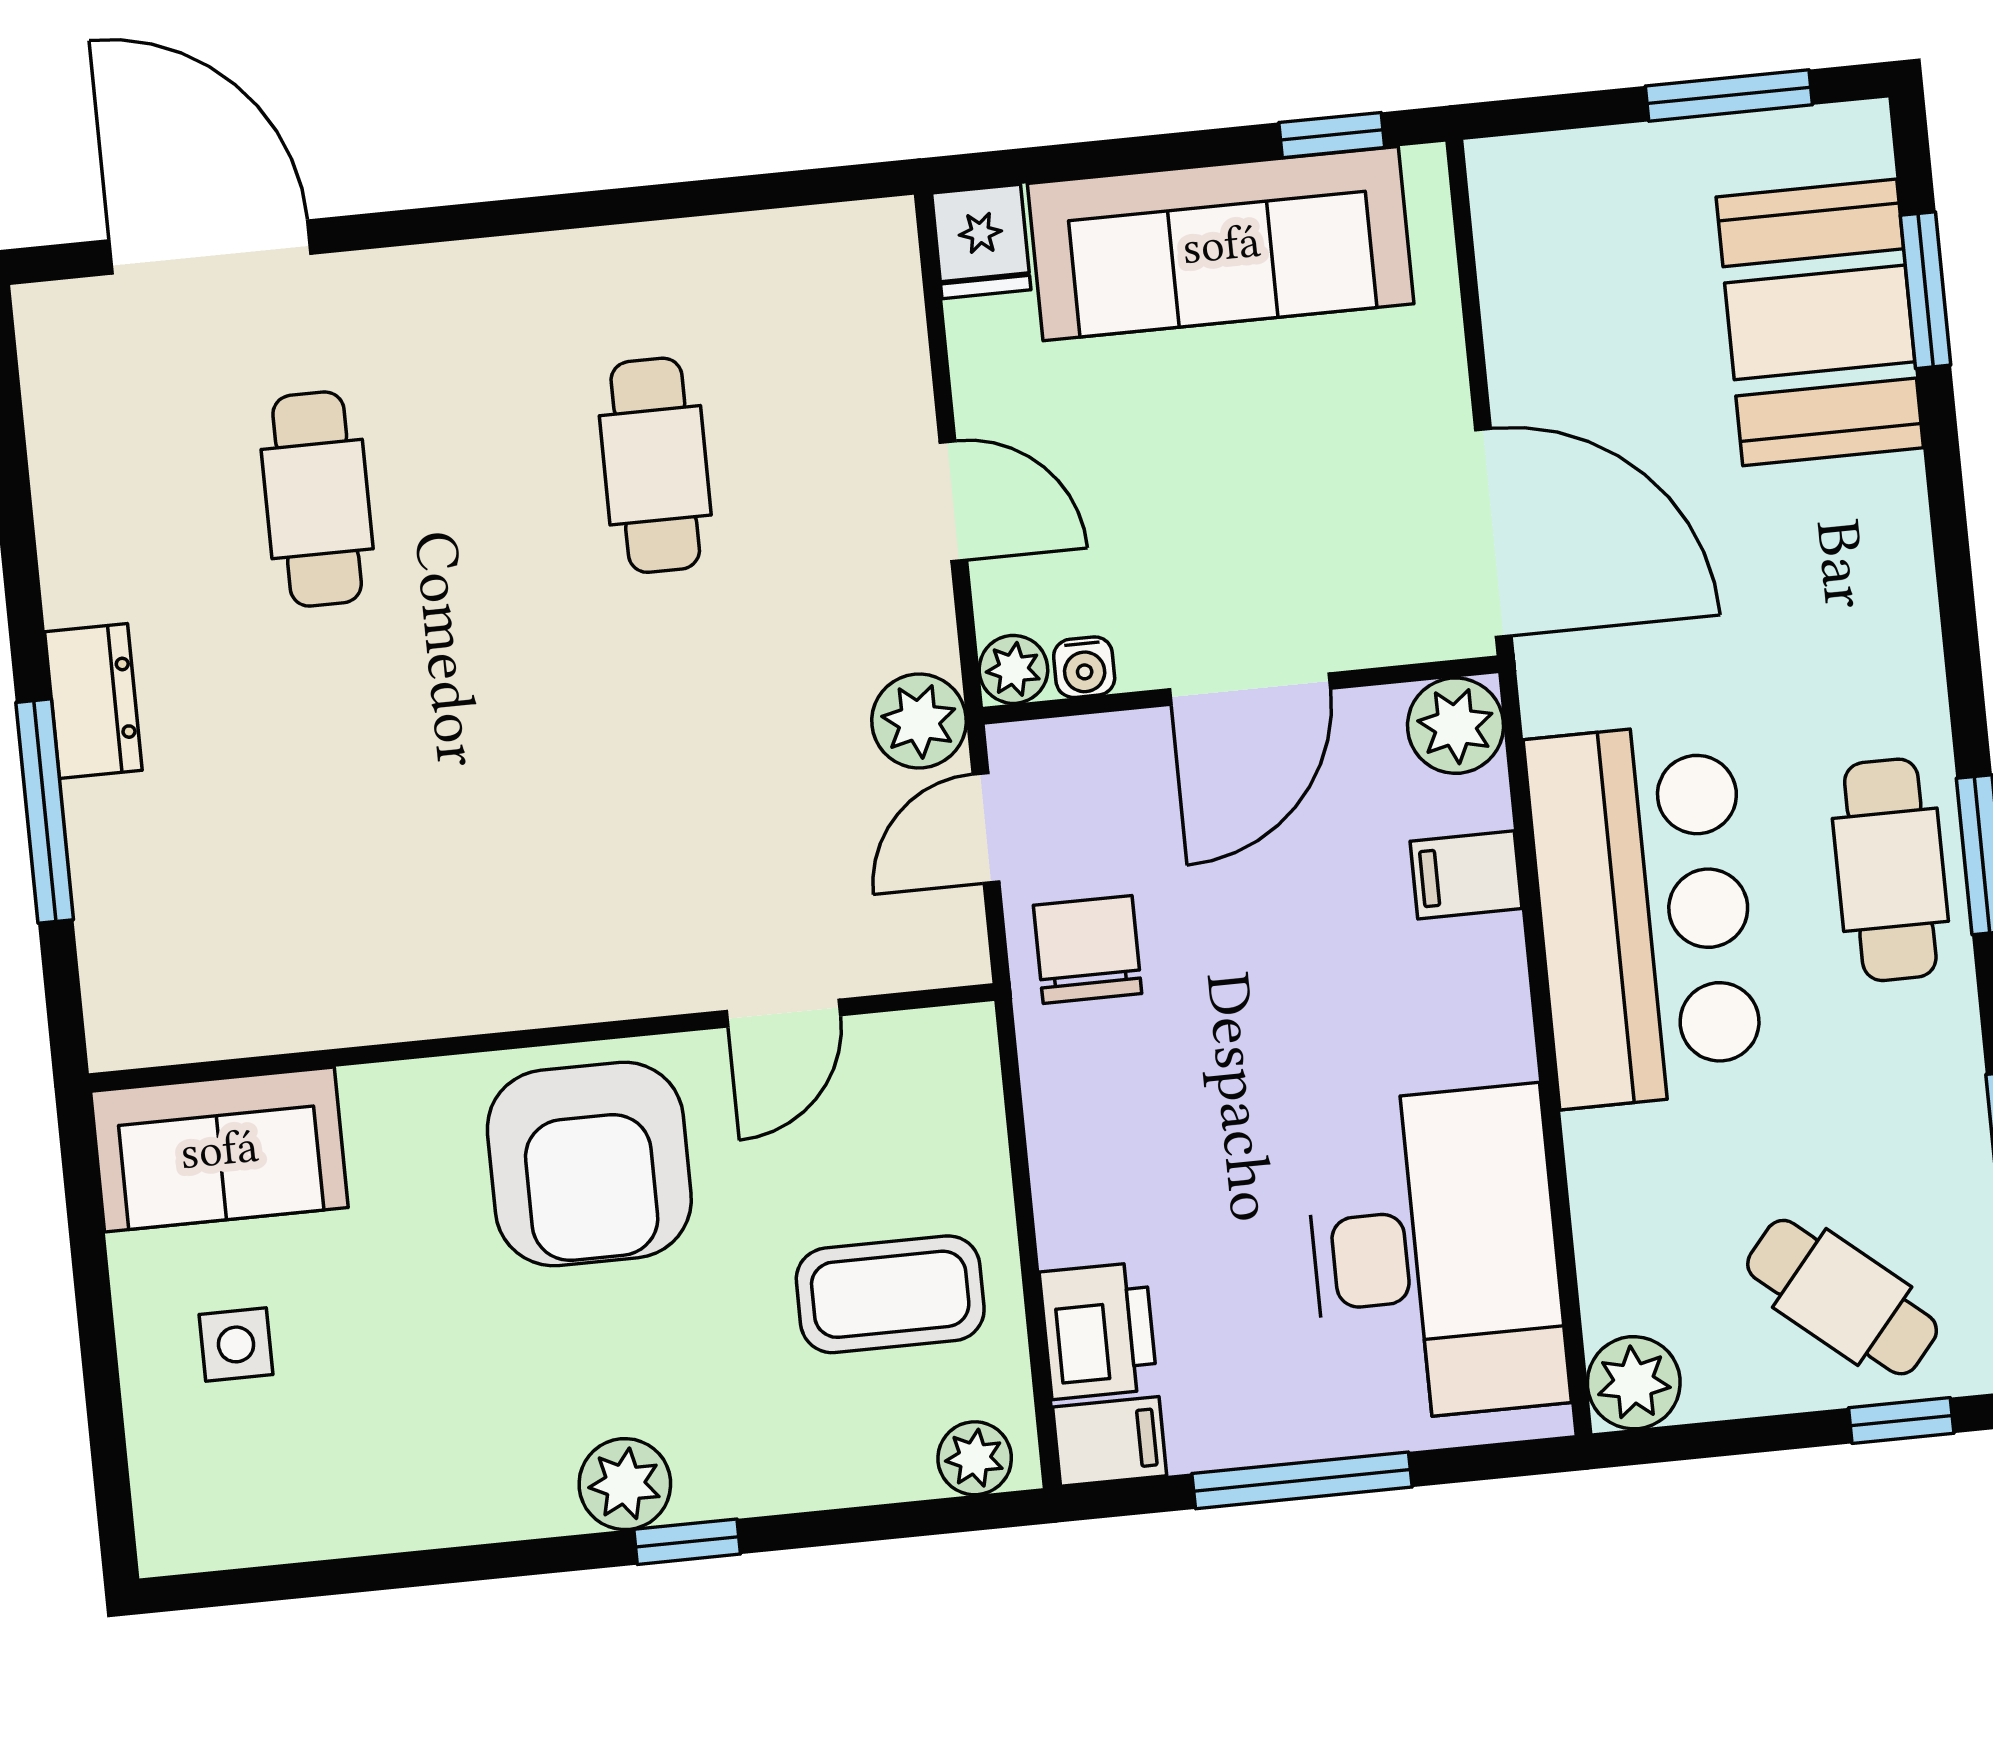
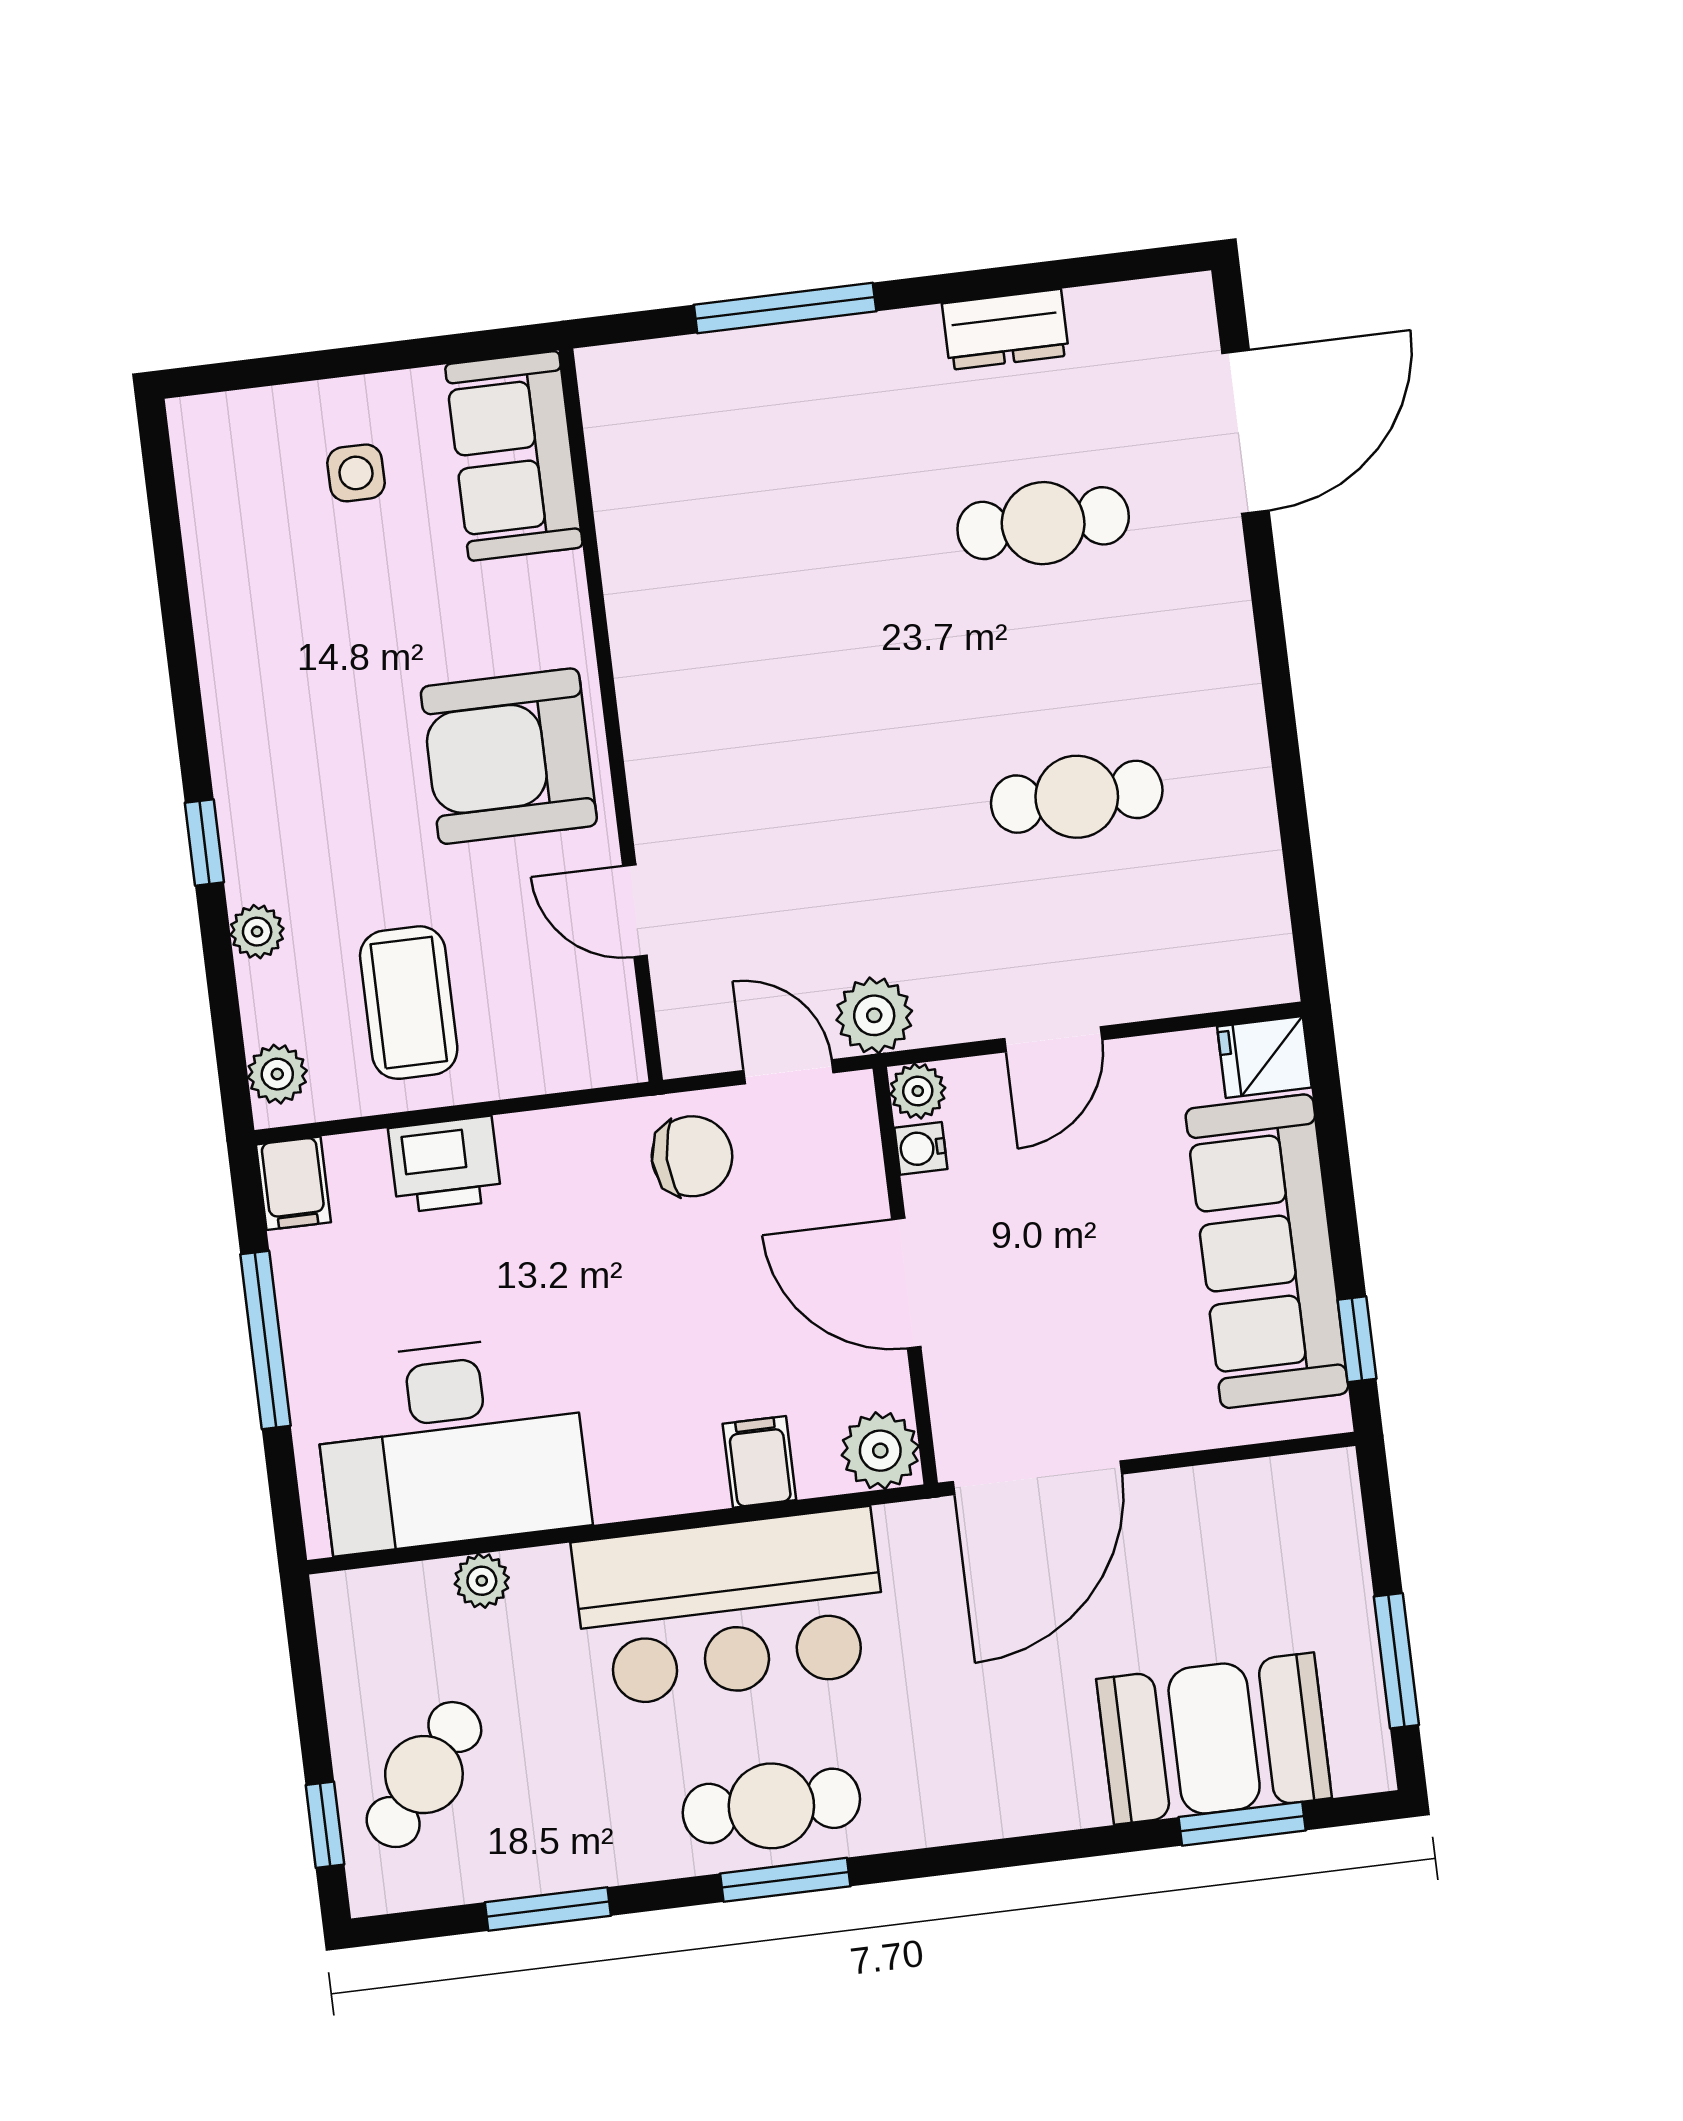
dresser: (93, 701) -> (1005, 329), moved
printer: (1098, 1331) -> (445, 1165), moved
plant: (1634, 1383) -> (482, 1581), moved, width x0.73, depth x0.73
plant: (625, 1484) -> (257, 932), moved, width x0.73, depth x0.73

